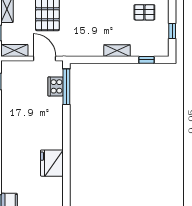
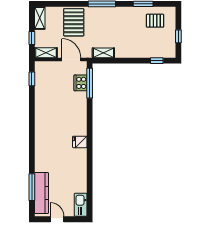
shelving: (117, 51) -> (103, 53), moved
fridge: (52, 163) -> (80, 142), width x0.53, depth x0.75

